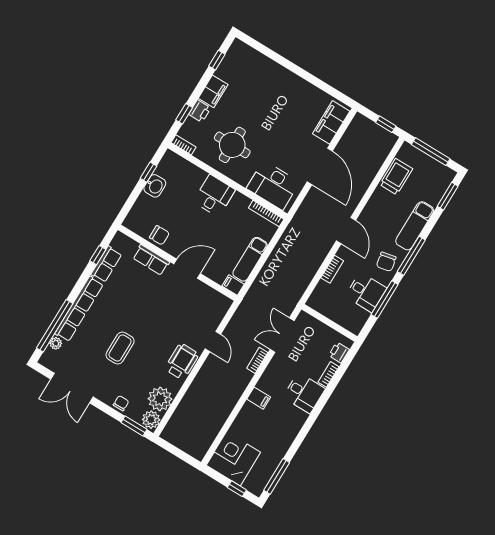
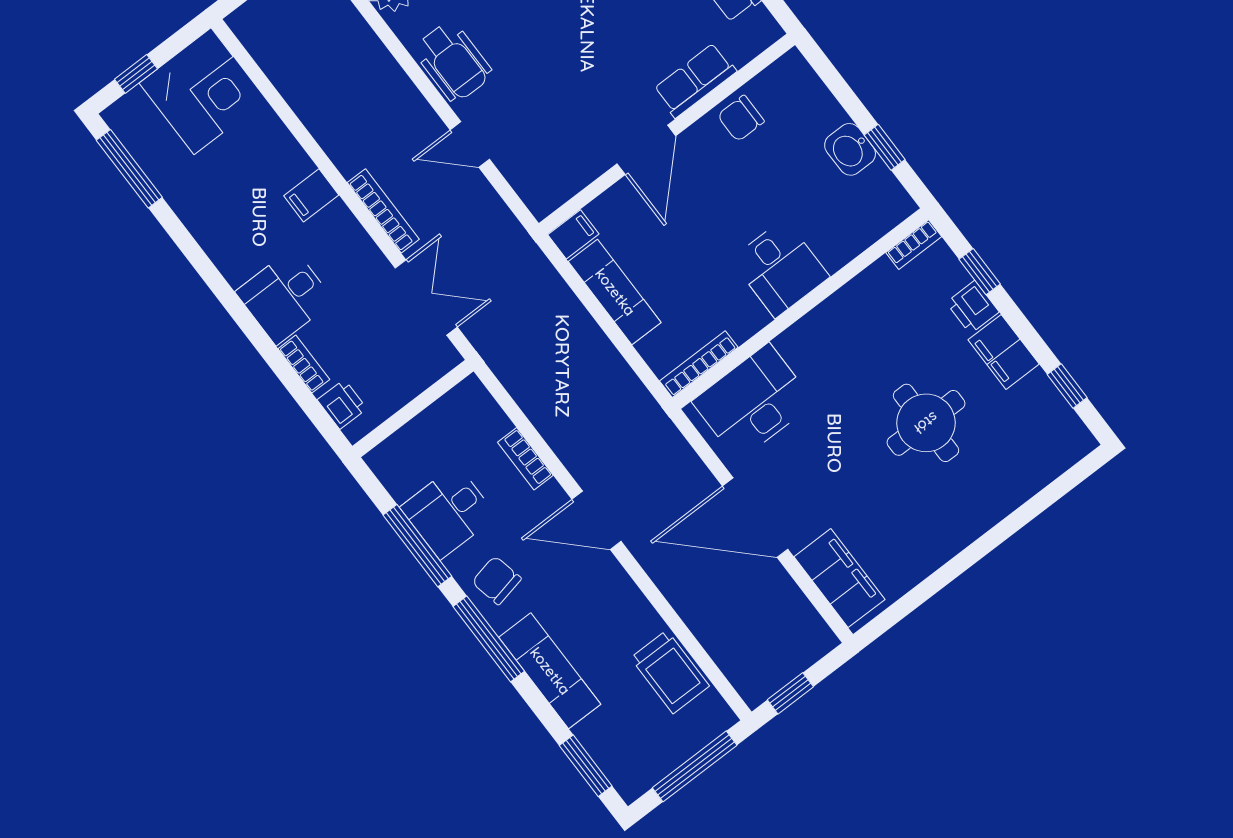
round table: (232, 145) -> (926, 423), moved
bookcase: (257, 360) -> (383, 211), width x1.56

